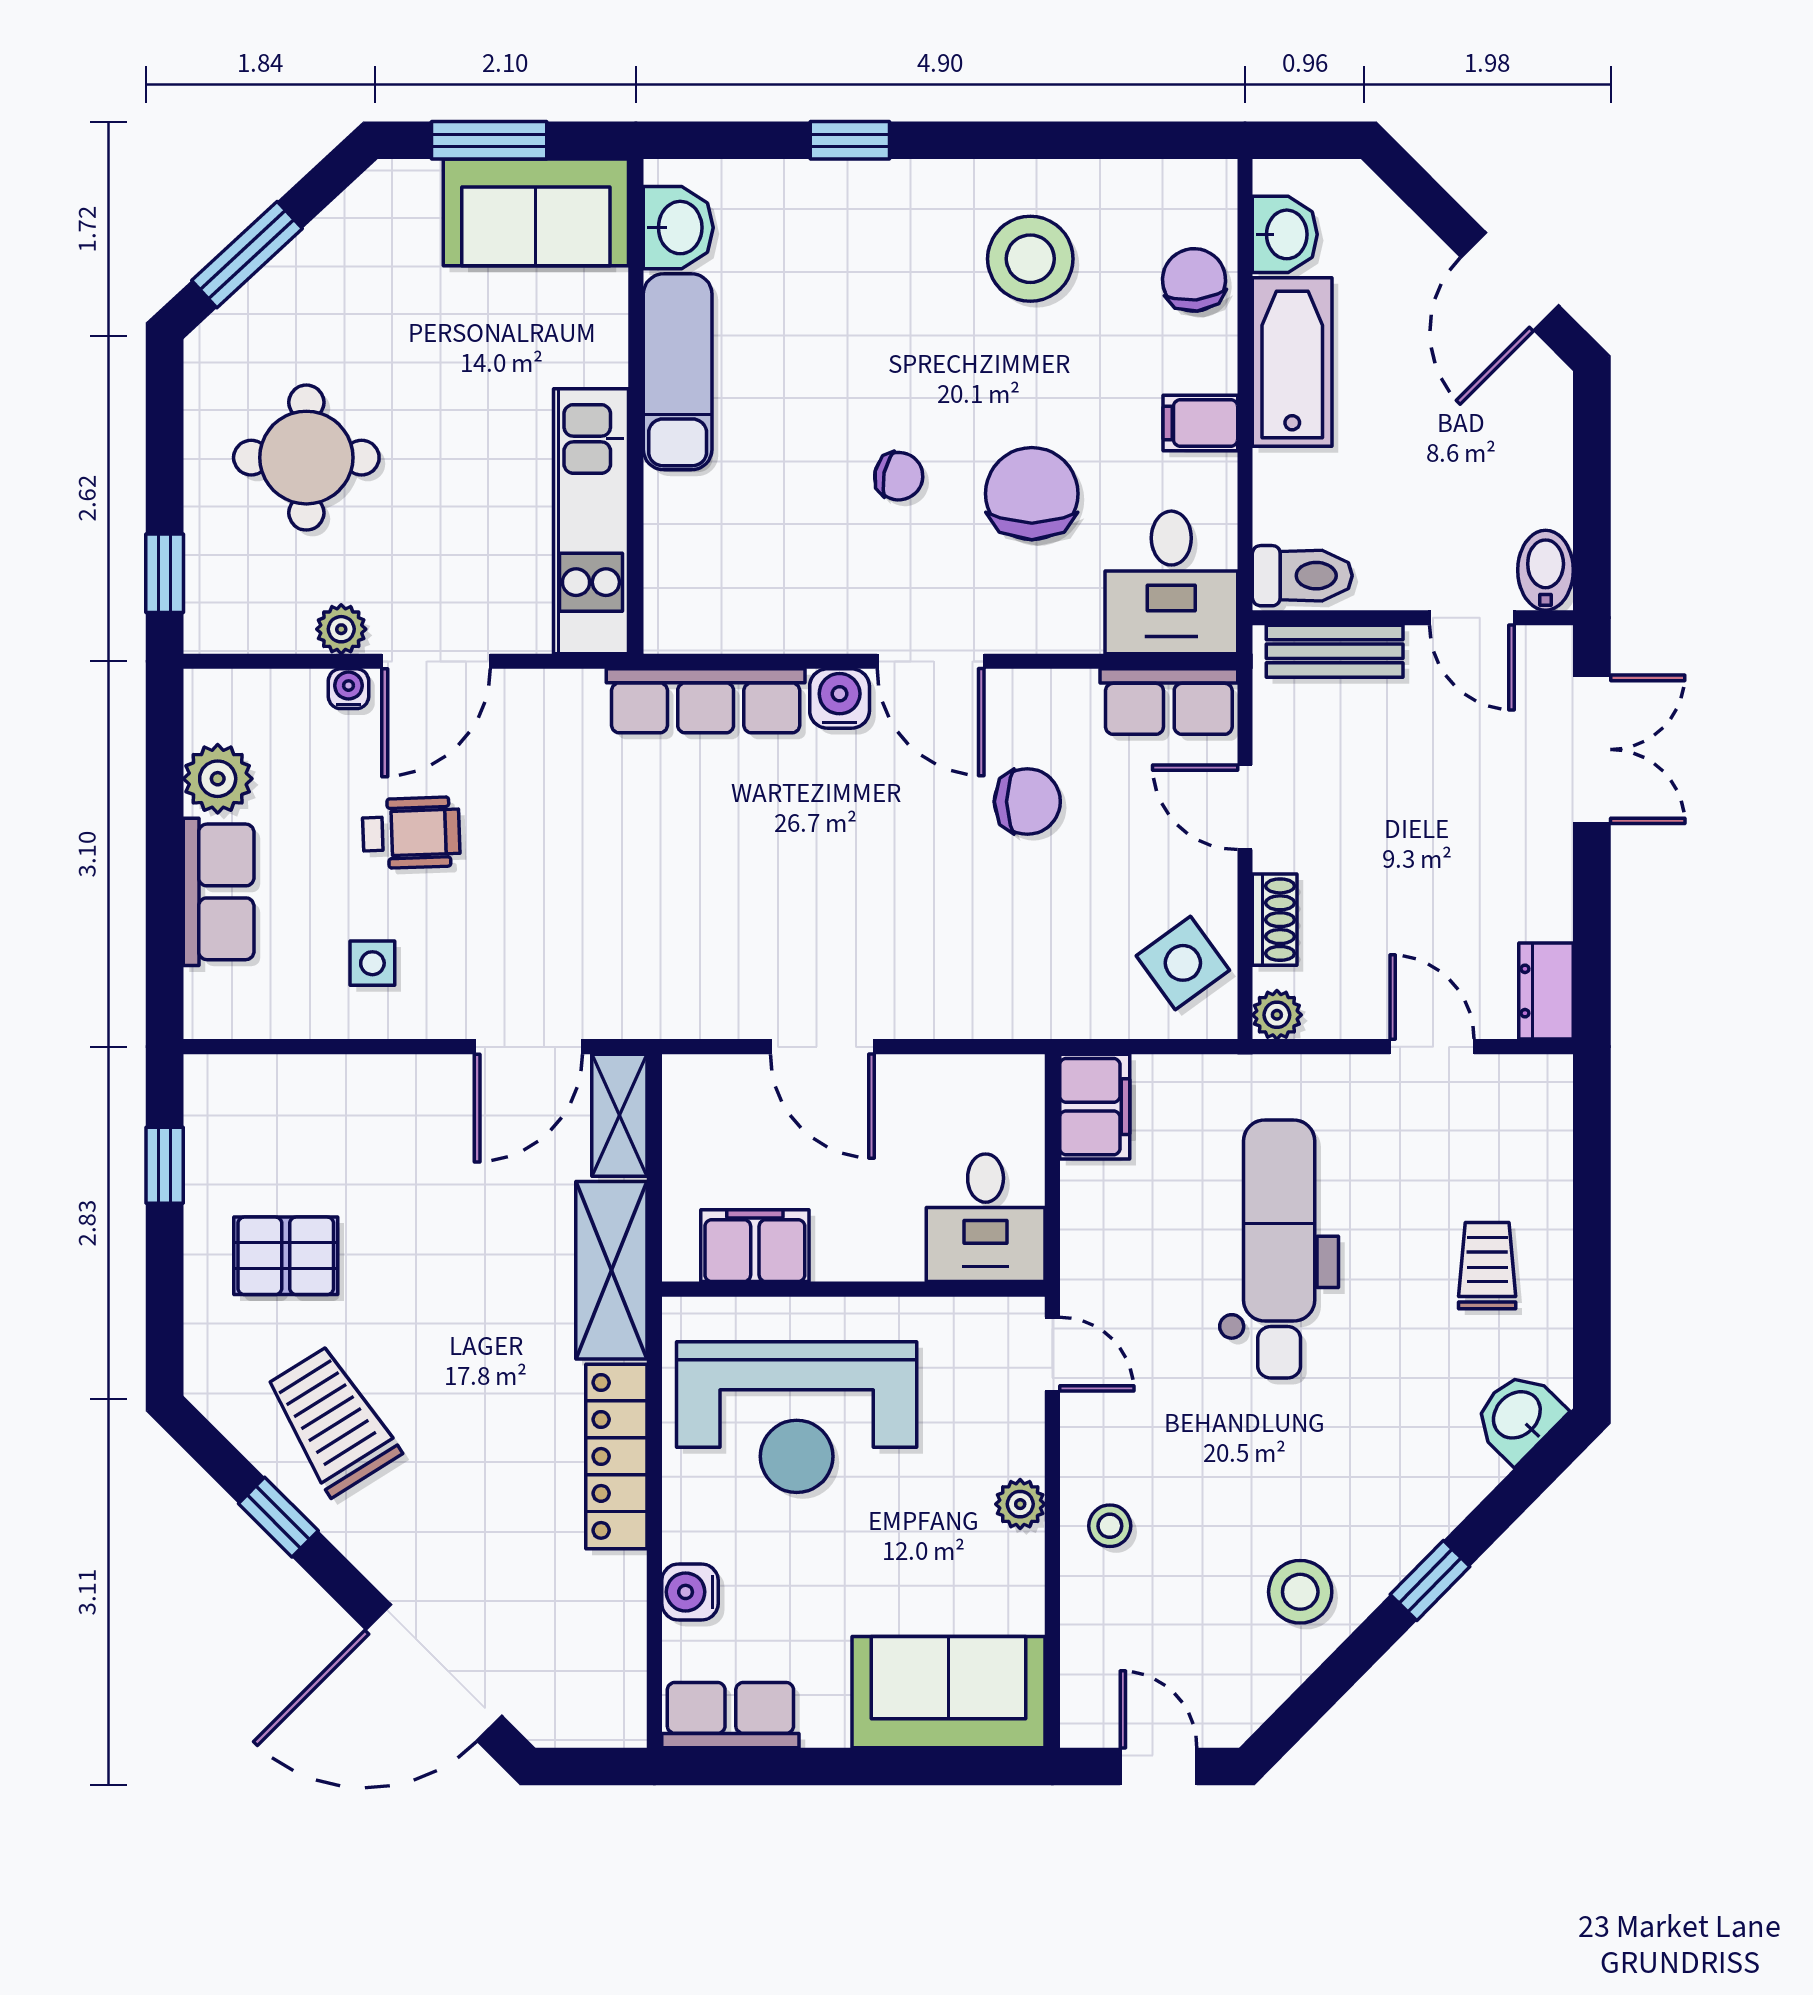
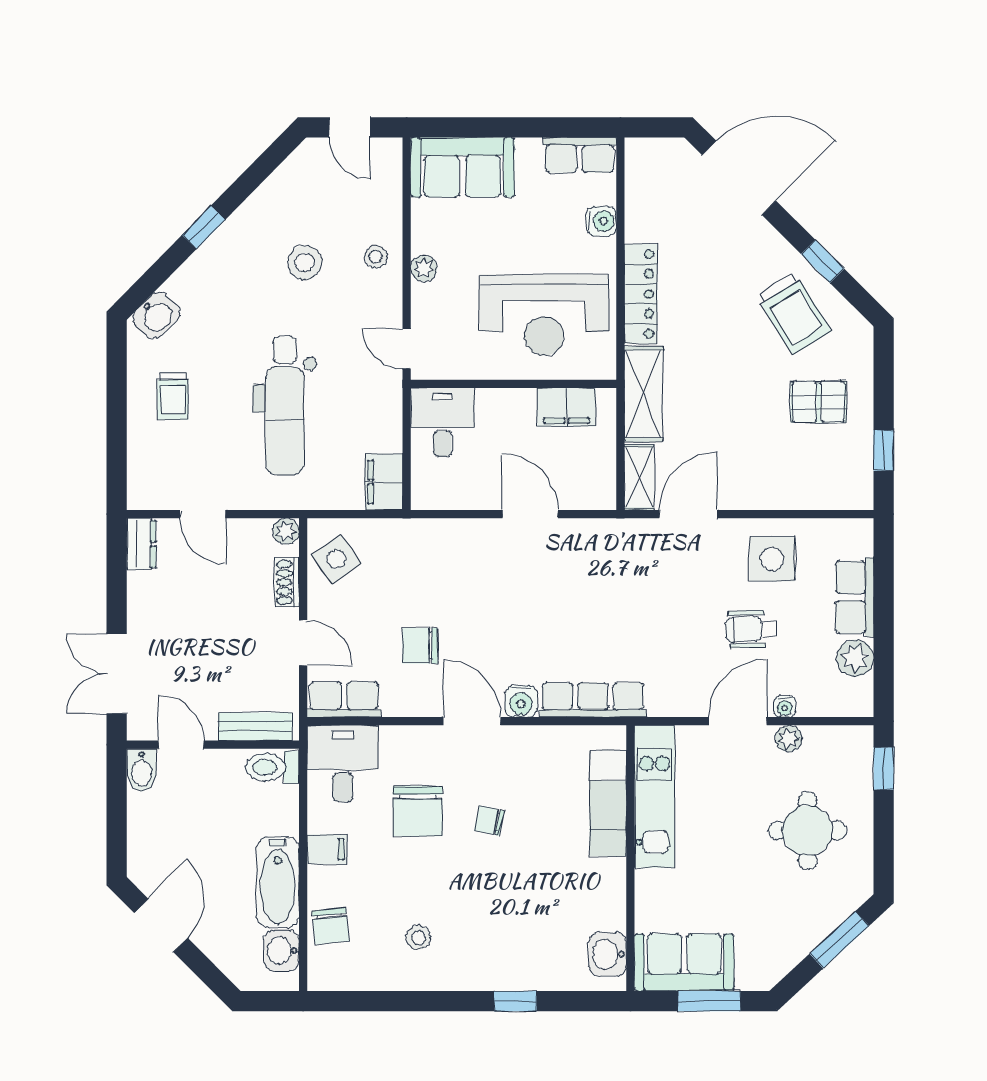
stool: (1030, 259) -> (418, 937), width x0.53, depth x0.53
exam couch: (678, 372) -> (608, 803), moved
side table: (372, 963) -> (772, 559), width x1.87, depth x1.87
reception desk: (797, 1417) -> (544, 315), turned 180
stool: (1300, 1592) -> (305, 262), moved

